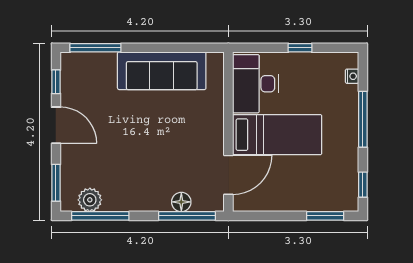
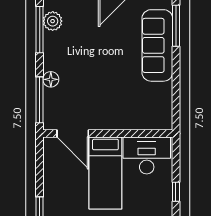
sofa: (162, 71) -> (157, 45), moved
floor lamp: (181, 202) -> (51, 79), moved

